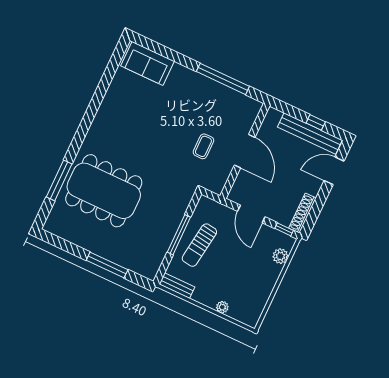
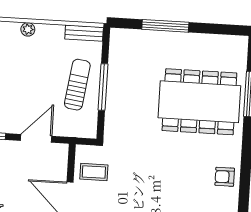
armchair: (107, 120) -> (225, 177), added
coffee table: (203, 146) -> (94, 172), moved, turned 90
door: (251, 214) -> (36, 138), hinge flipped

